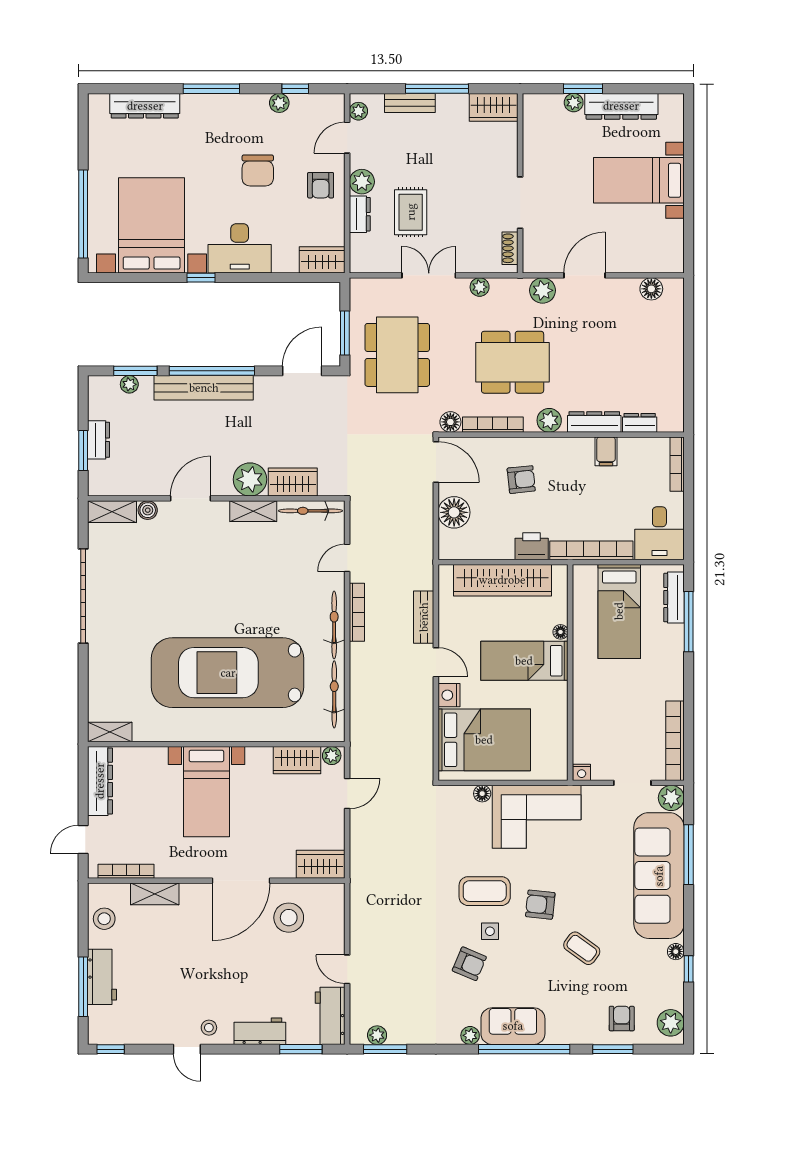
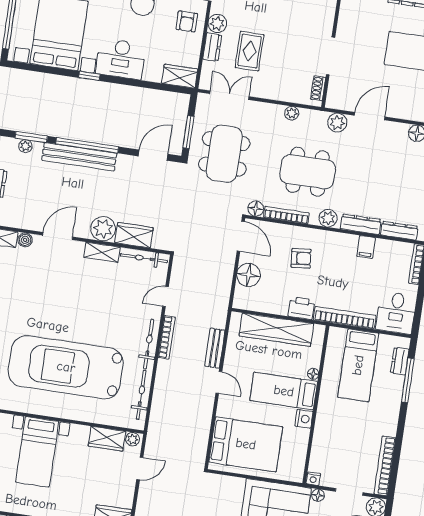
double door: (429, 275) -> (229, 95), moved
dresser: (640, 423) -> (399, 231), width x1.44
dresser: (674, 598) -> (400, 361), width x0.70
nightstand: (449, 695) -> (304, 419), moved, turned 180
floor lamp: (482, 794) -> (318, 495), moved

